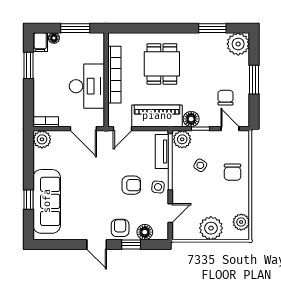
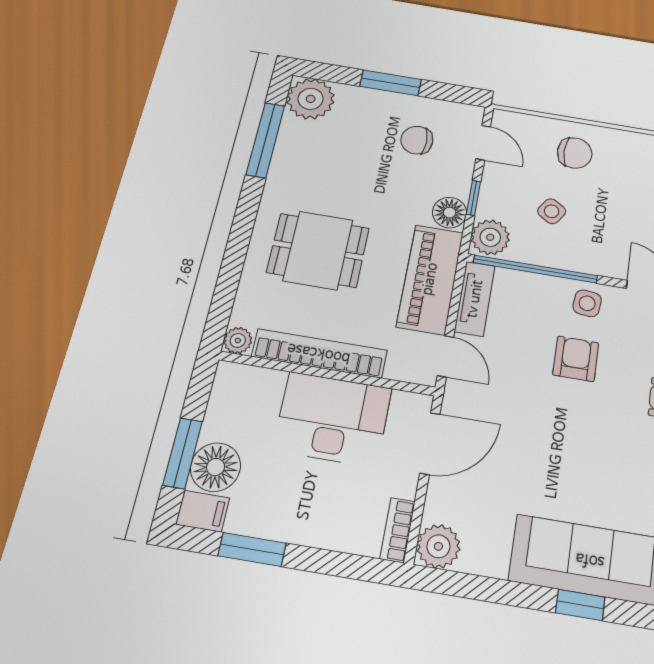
window: (75, 28) -> (183, 453), moved
window: (212, 28) -> (265, 140), width x1.44
floor lamp: (54, 38) -> (216, 467), width x1.89, depth x1.89
plant: (114, 39) -> (238, 340), added
door: (230, 129) -> (483, 143), swing flipped
tv unit: (162, 151) -> (475, 299), moved, turned -90

